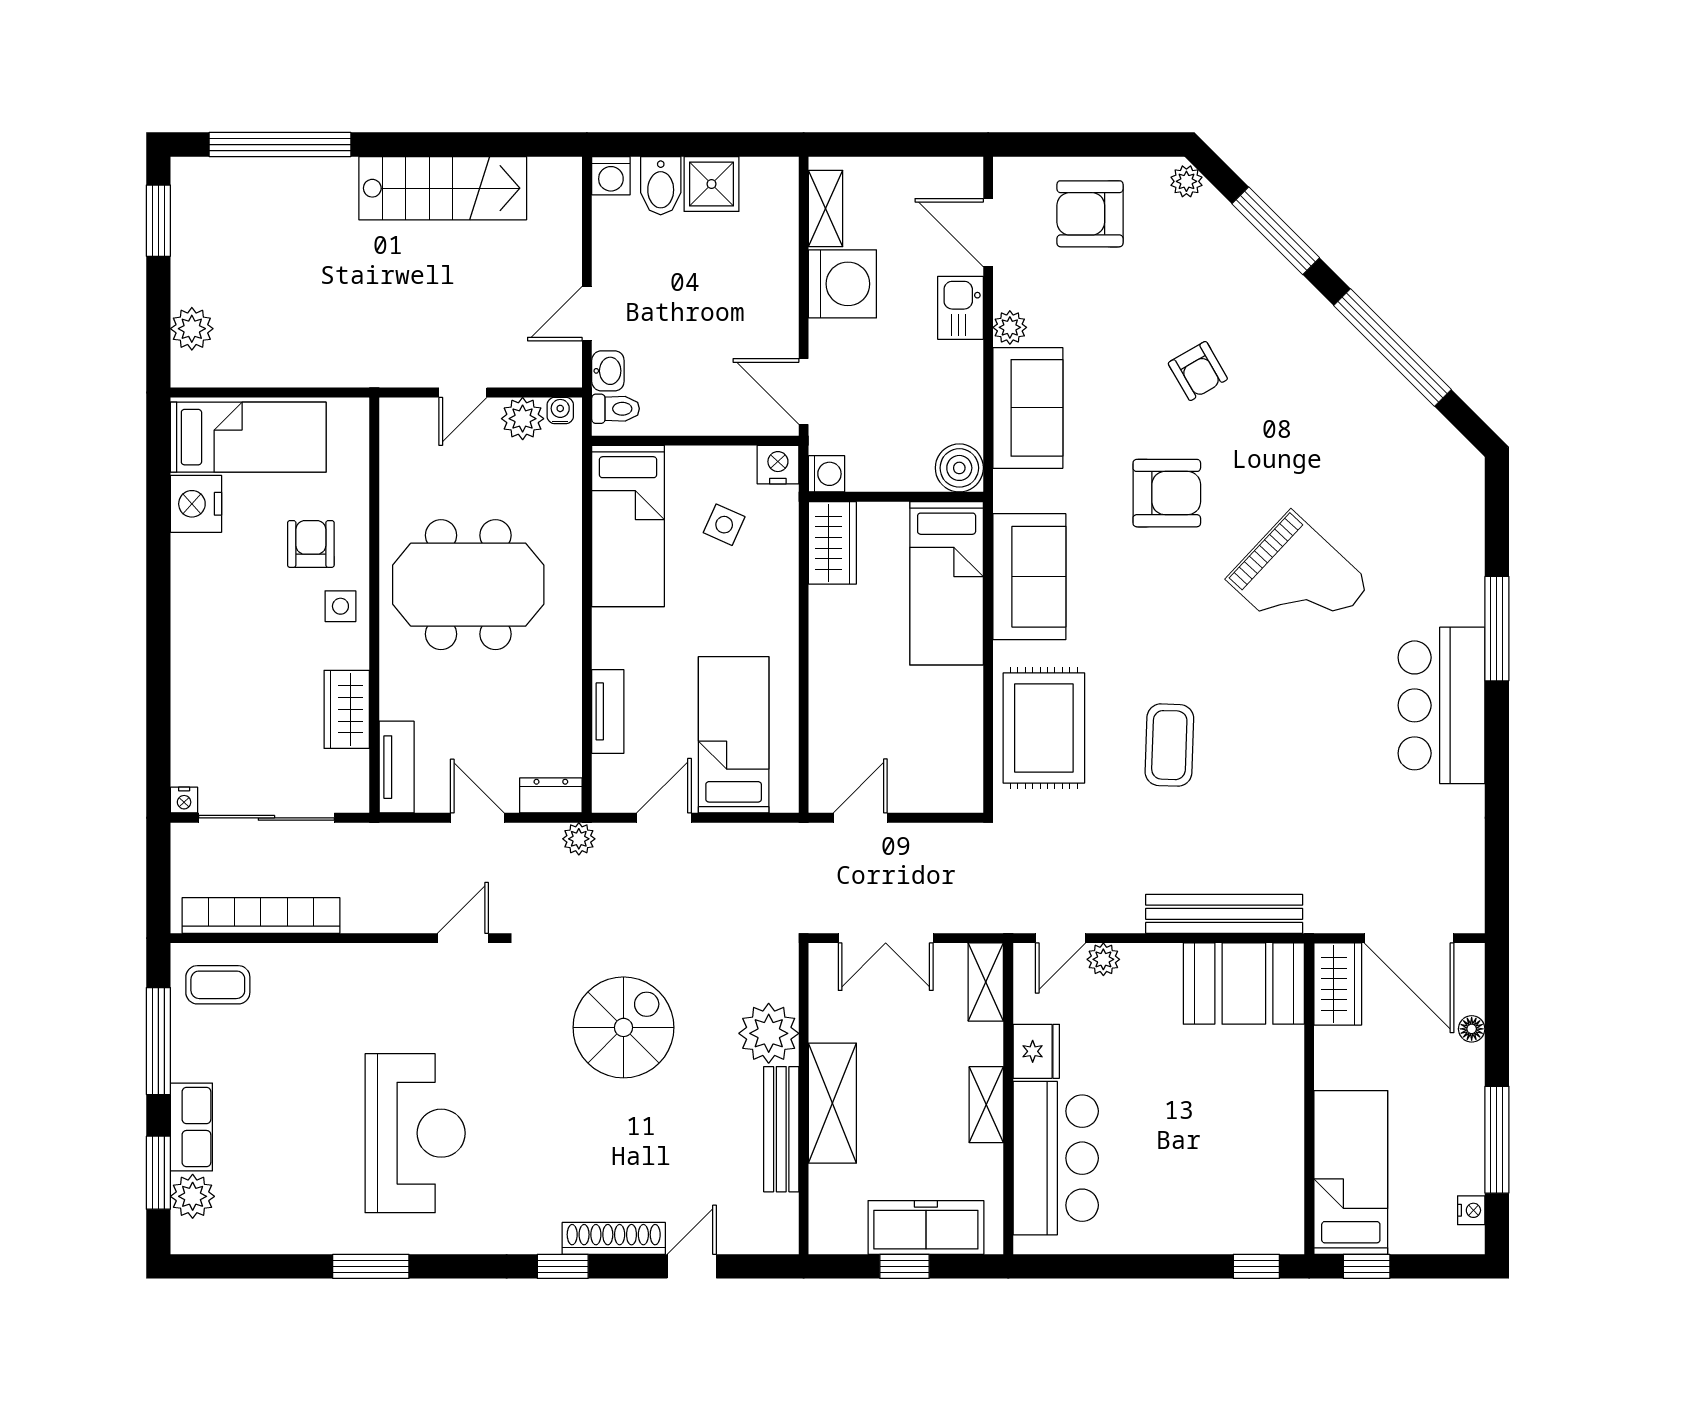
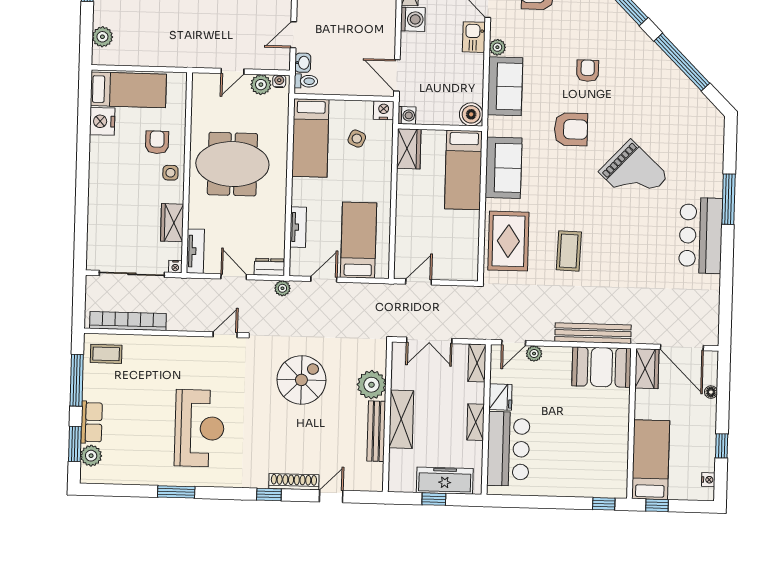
washing machine: (842, 284) -> (413, 19), width x0.73, depth x0.73
armchair: (1198, 371) -> (588, 71), turned -150
nightstand: (184, 800) -> (175, 267), moved
window: (1497, 1140) -> (722, 446), width x0.46

